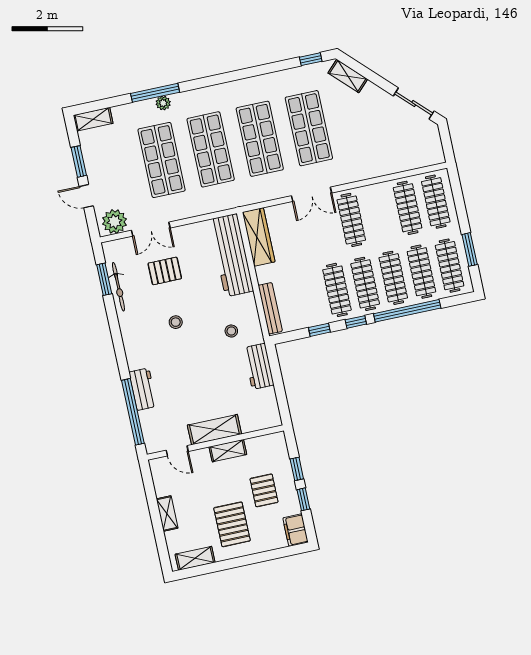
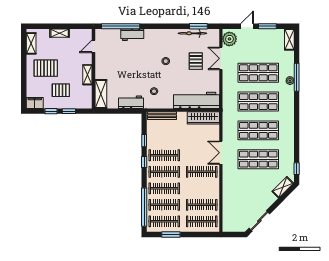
window: (407, 311) -> (144, 207), moved
shelving: (214, 430) -> (101, 94), moved

